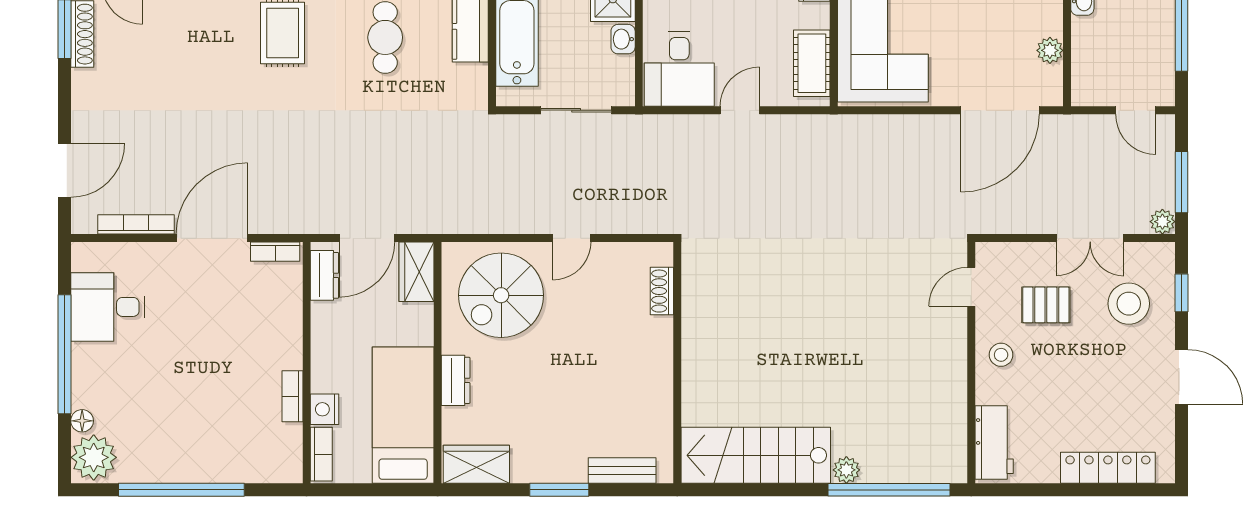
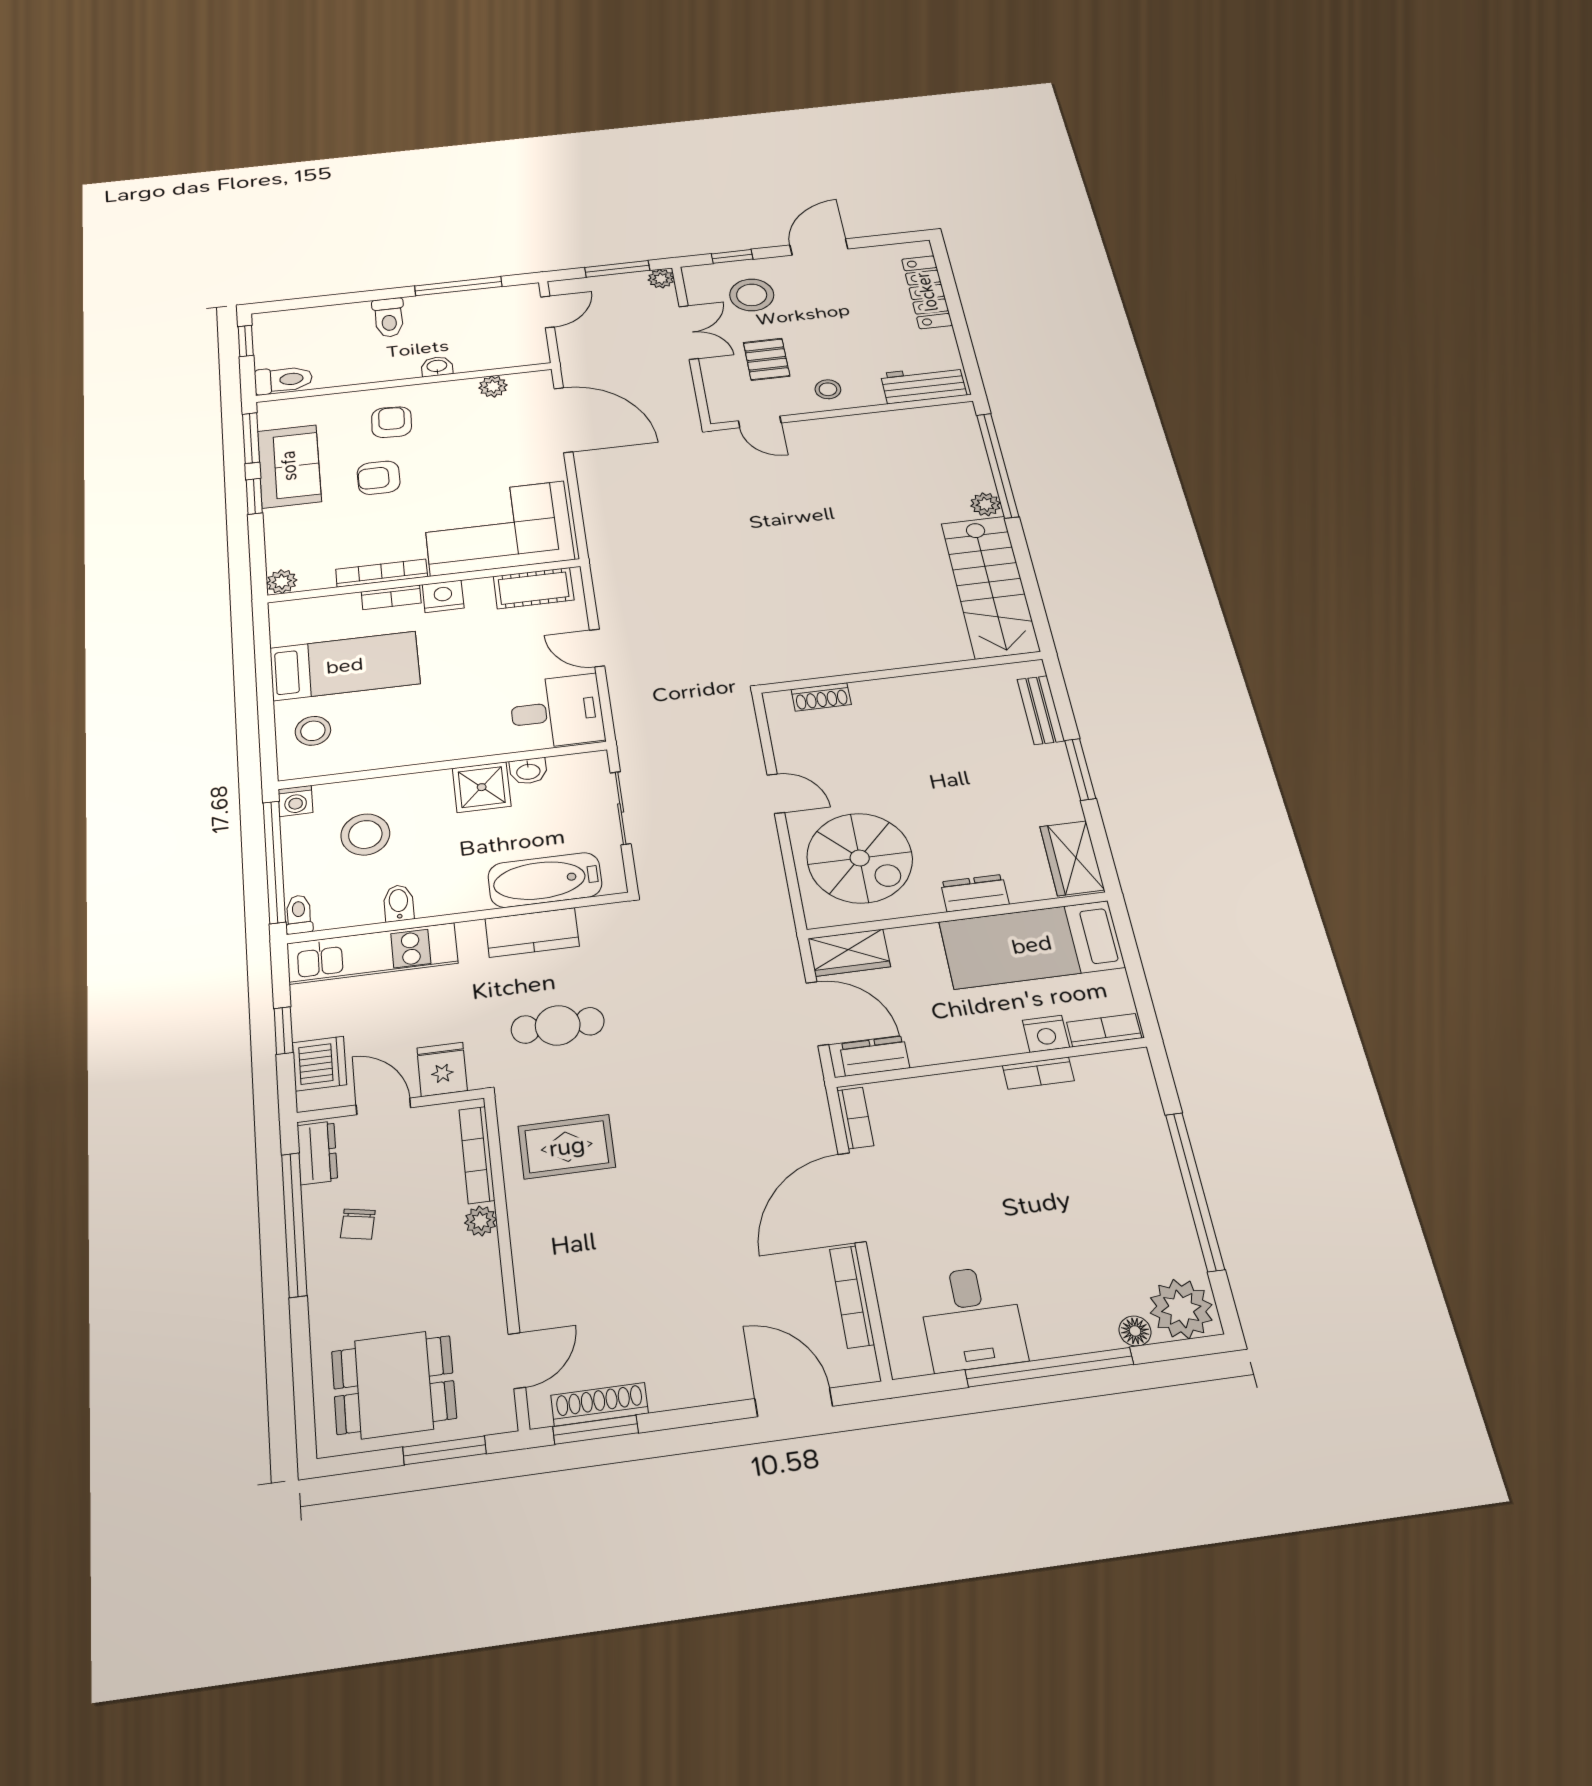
door: (212, 238) -> (852, 1198), hinge flipped

